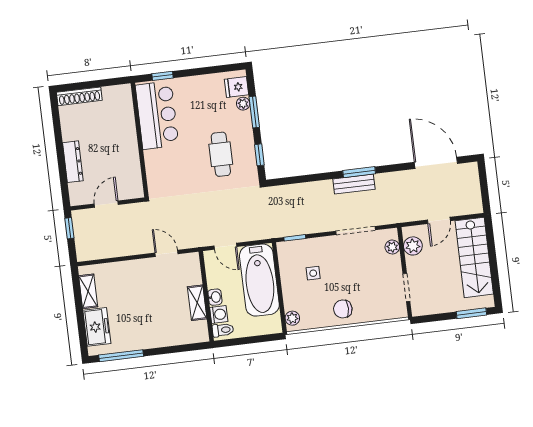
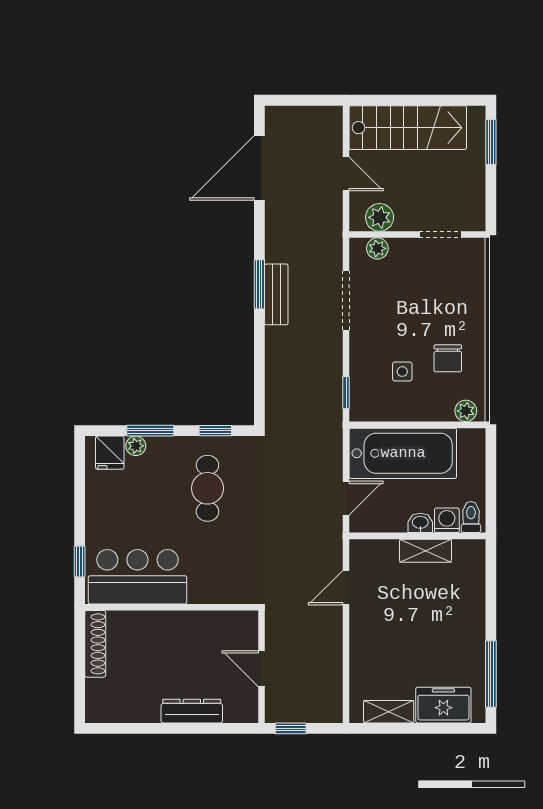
shoe rack: (79, 96) -> (95, 644), moved
cafe table: (221, 154) -> (207, 488), turned 90
chair: (343, 309) -> (448, 358), moved

